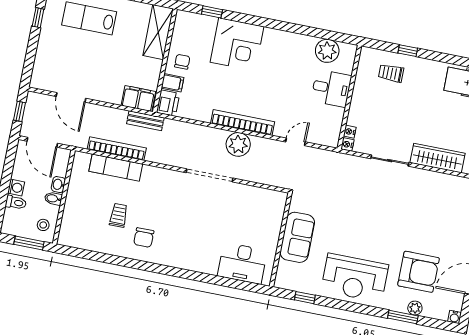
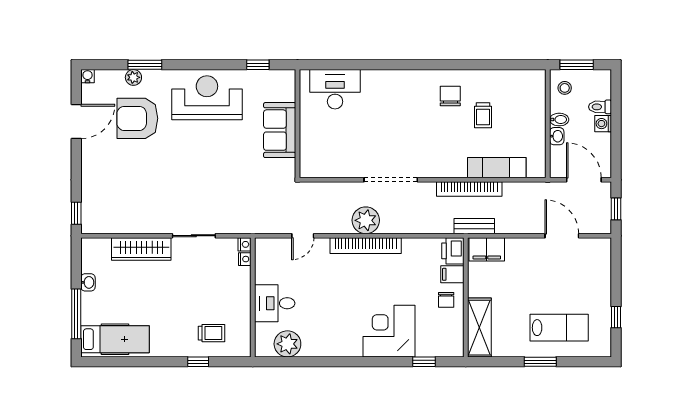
bookcase: (117, 149) -> (469, 189), moved

